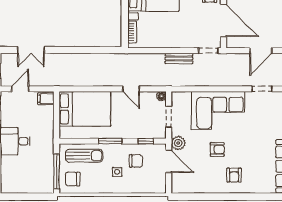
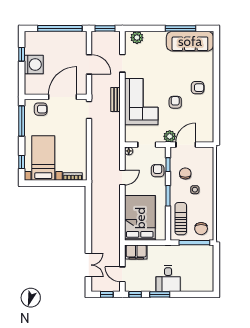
bench: (179, 58) -> (116, 99), moved
filing cabinet: (46, 99) -> (136, 252), width x2.00
armchair: (139, 129) -> (158, 171), added

